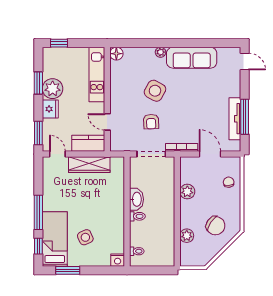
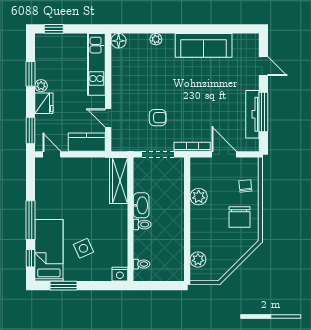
plant: (160, 52) -> (156, 39), moved
door: (245, 62) -> (263, 66), moved
plant: (53, 89) -> (41, 86), width x0.53, depth x0.53
side table: (155, 91) -> (162, 83), removed
armchair: (151, 122) -> (158, 118), turned -88
wardrobe: (89, 165) -> (119, 180), moved, turned 90
chair: (216, 226) -> (239, 217), moved, turned 56
plant: (187, 236) -> (198, 260), moved

